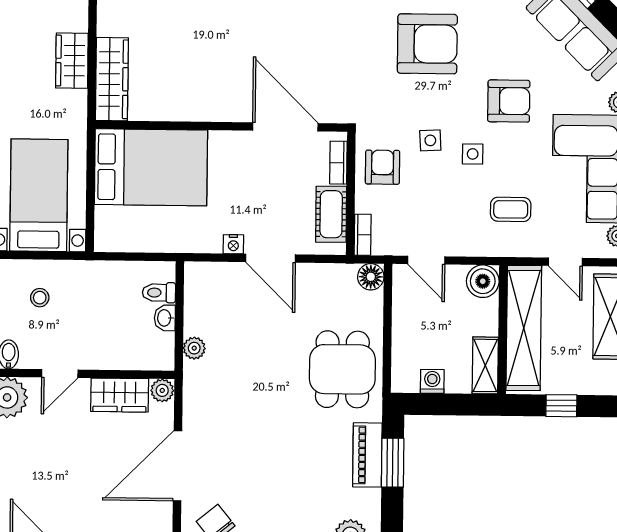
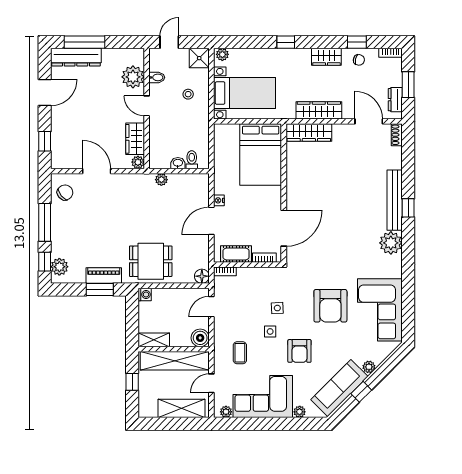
wardrobe: (72, 61) -> (319, 110), width x1.50
armchair: (383, 167) -> (262, 282), removed
washing machine: (432, 381) -> (145, 295), moved
door: (177, 466) -> (97, 171), width x0.73

